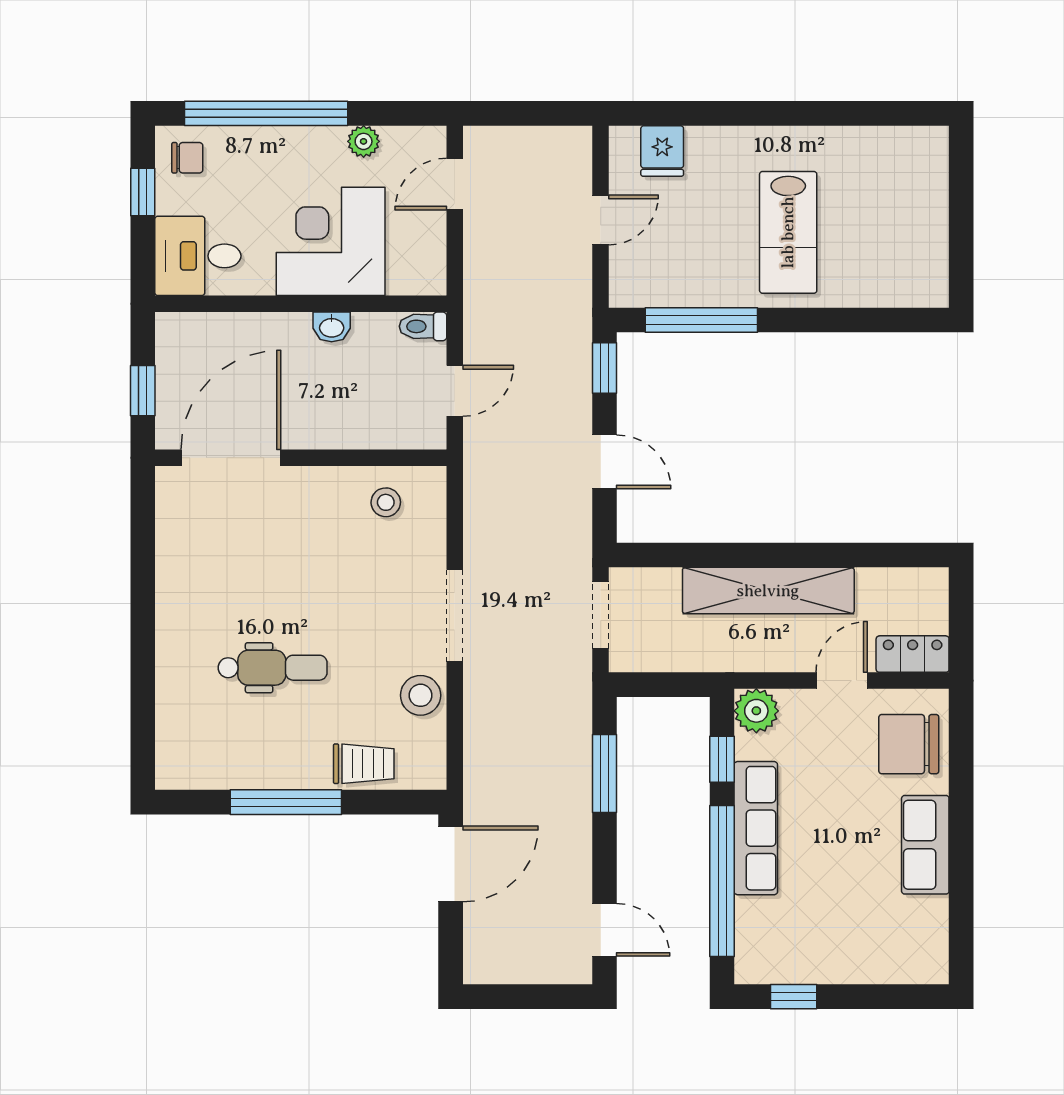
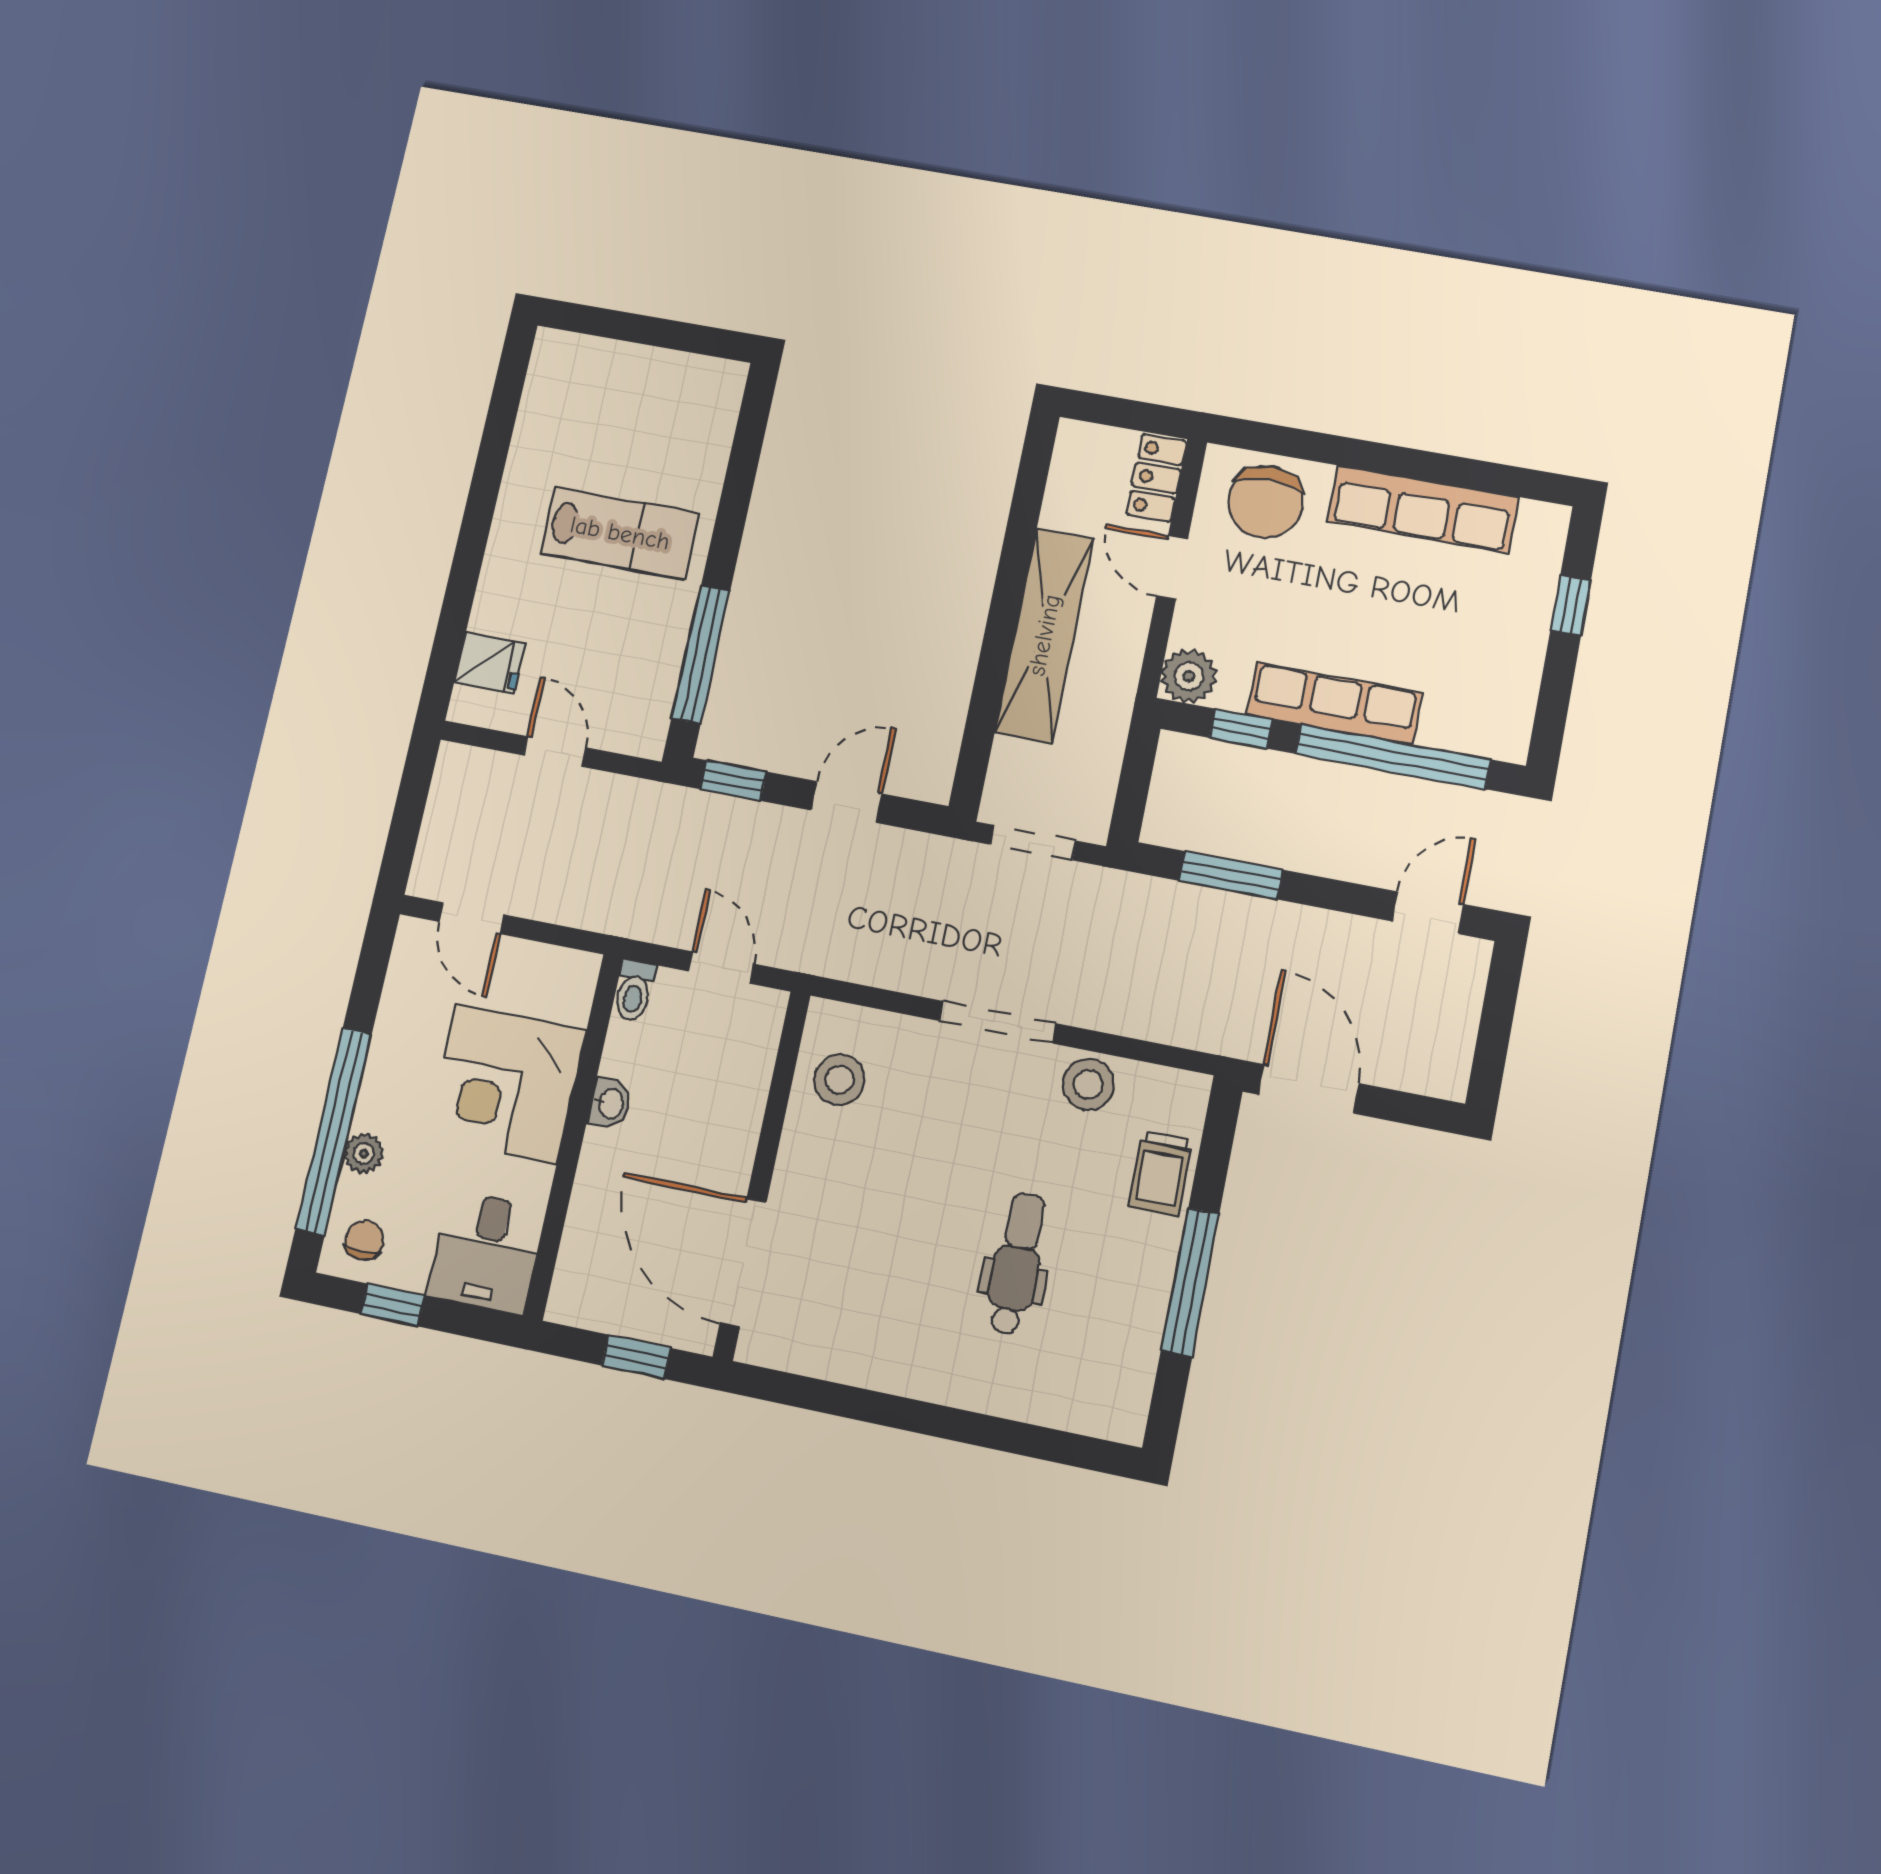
plant: (364, 141) -> (364, 1154), moved
stool: (386, 502) -> (839, 1080), width x1.37, depth x1.37
trolley: (364, 764) -> (1160, 1173), turned 180
row of seats: (925, 845) -> (1423, 509), width x1.48
window: (794, 997) -> (1571, 605), moved

